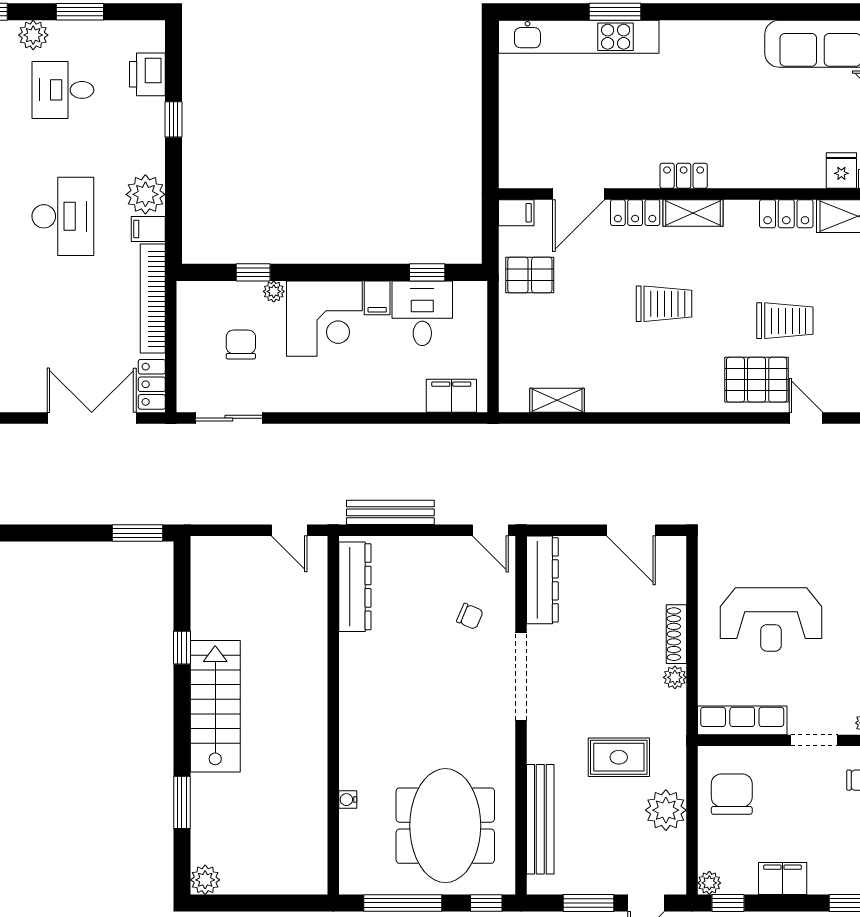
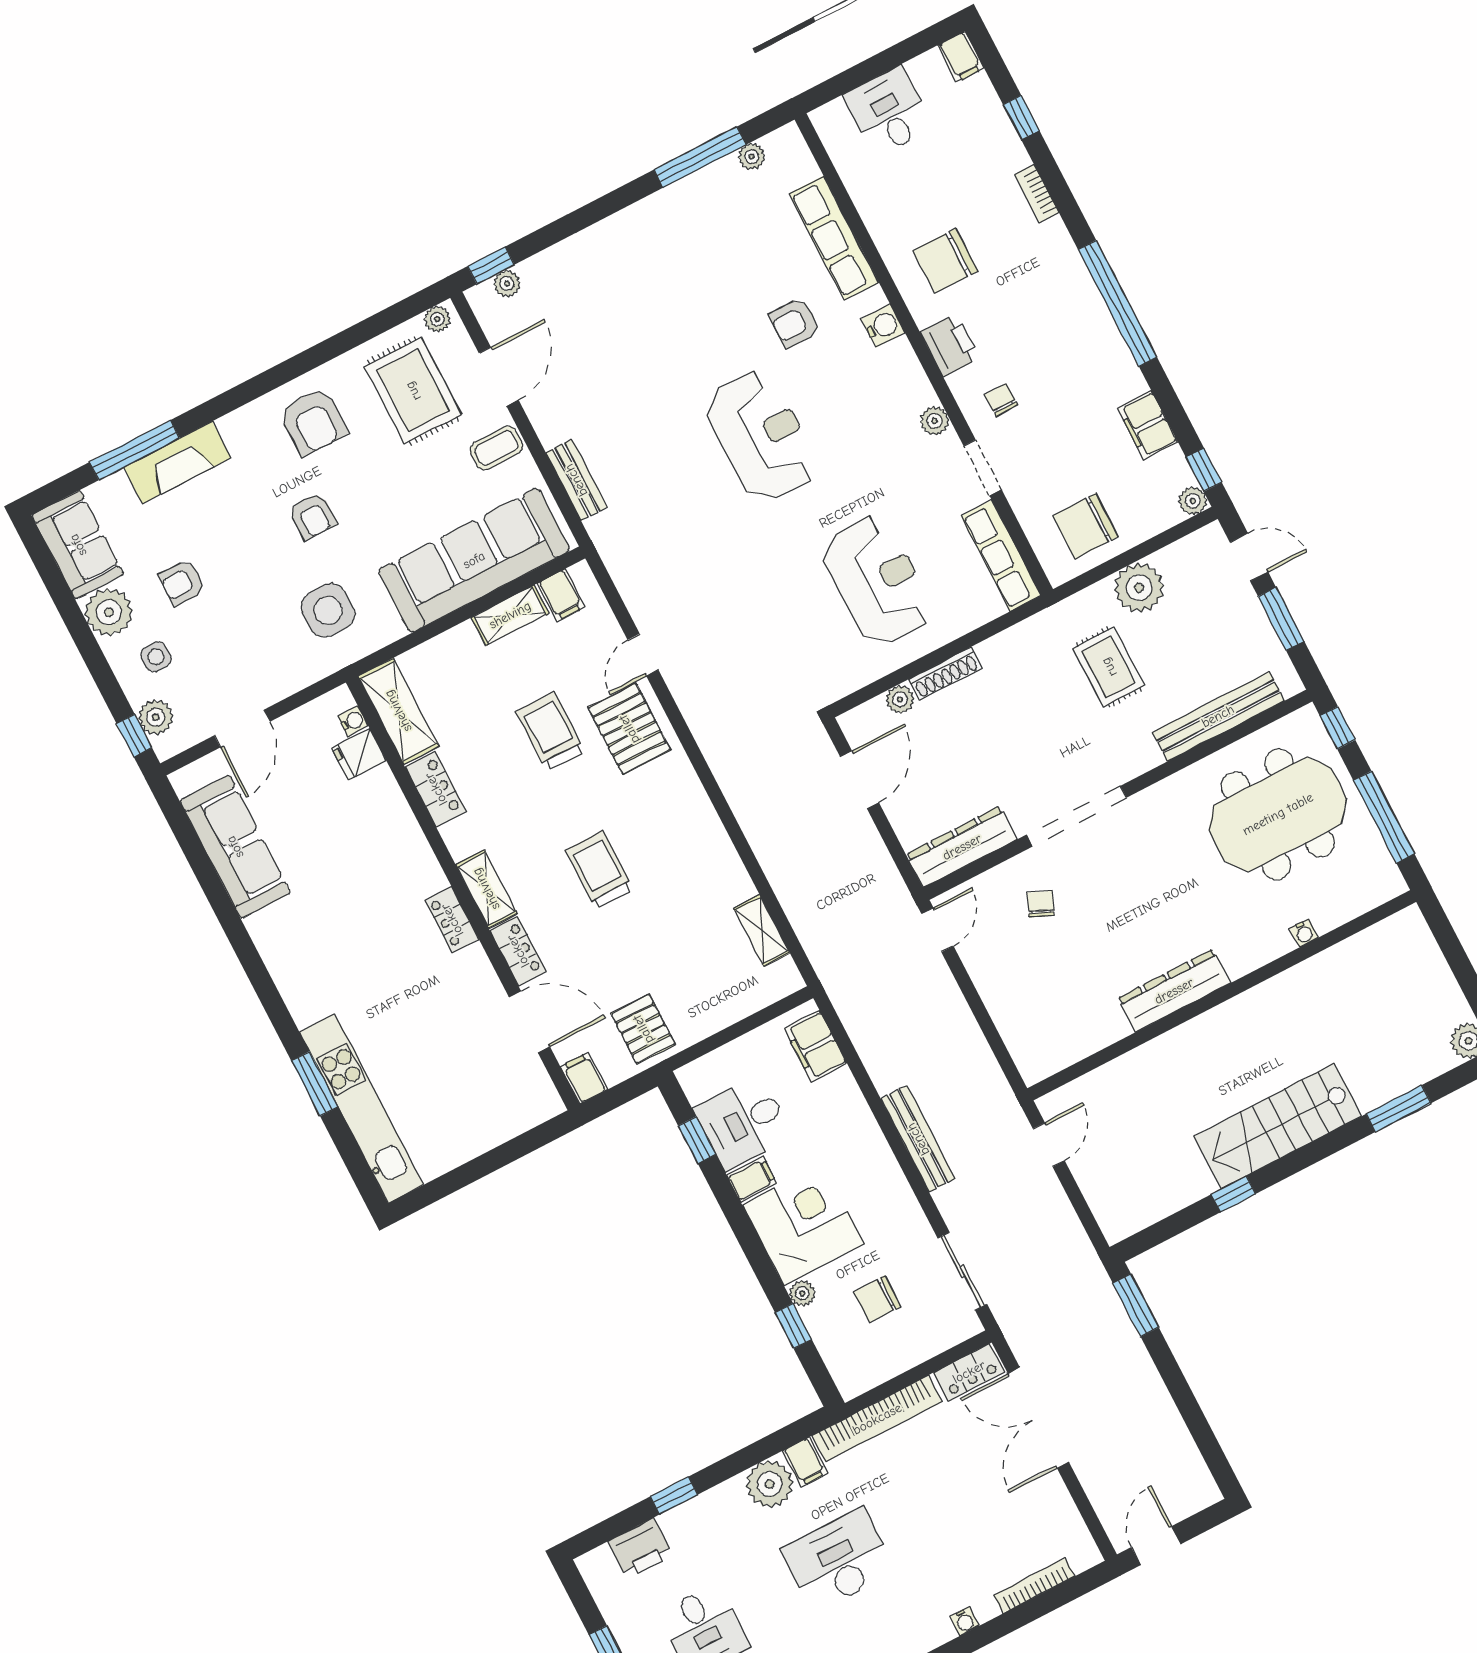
bench: (390, 512) -> (918, 1139), moved
dresser: (355, 587) -> (1174, 991), moved
plant: (675, 677) -> (900, 699), moved

